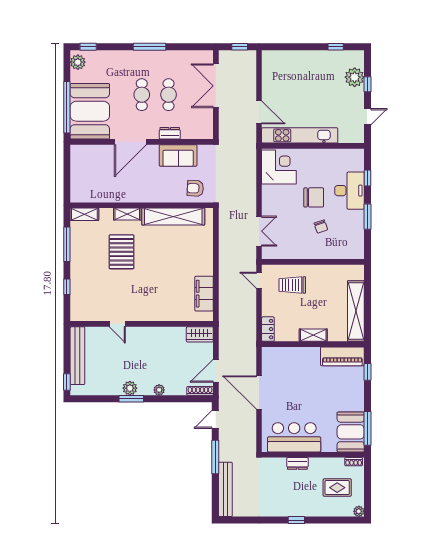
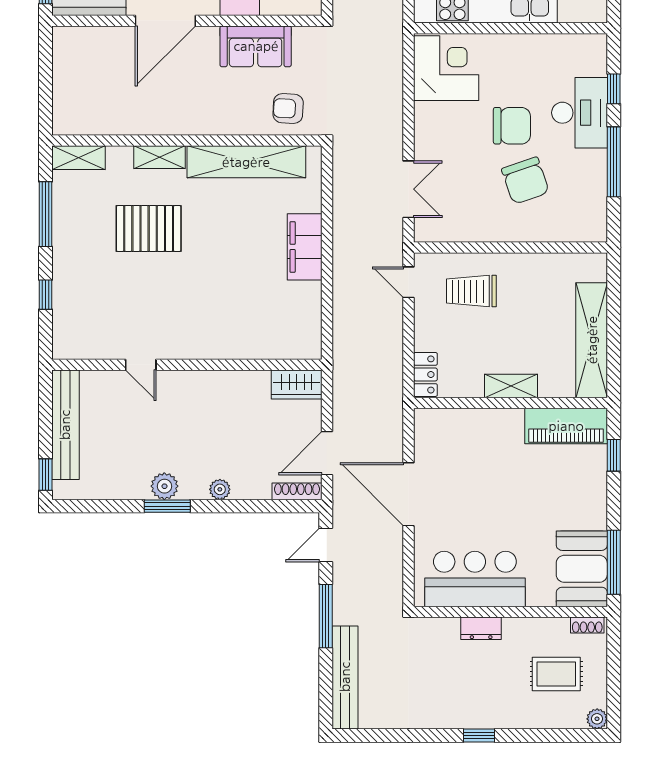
window: (368, 217) -> (614, 162), width x1.44
chair: (321, 227) -> (525, 181), width x1.87, depth x1.87
pallet: (121, 252) -> (149, 228), turned 90
filing cabinet: (204, 294) -> (305, 247), moved

